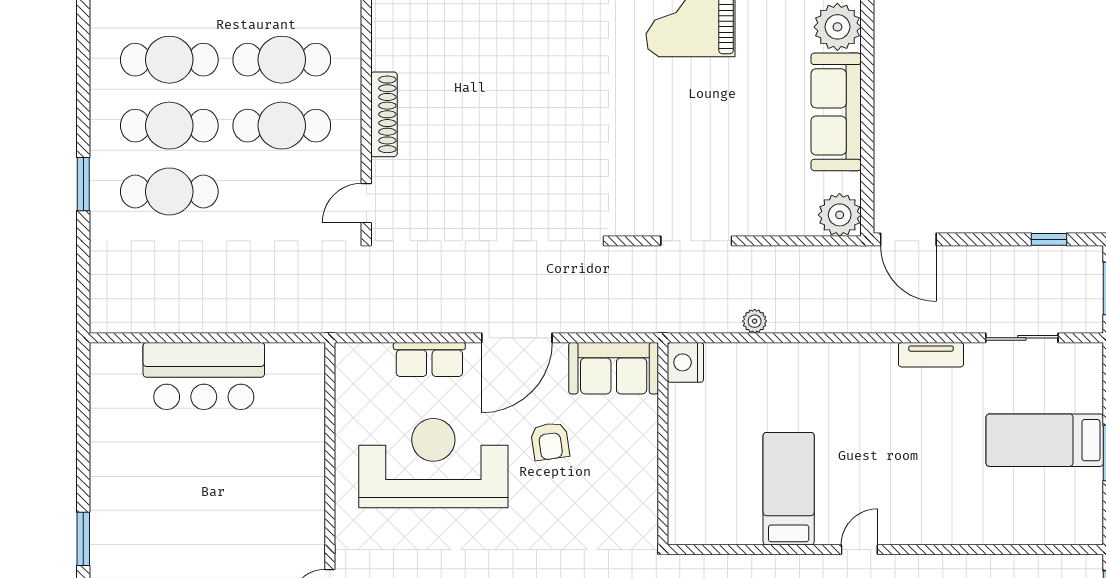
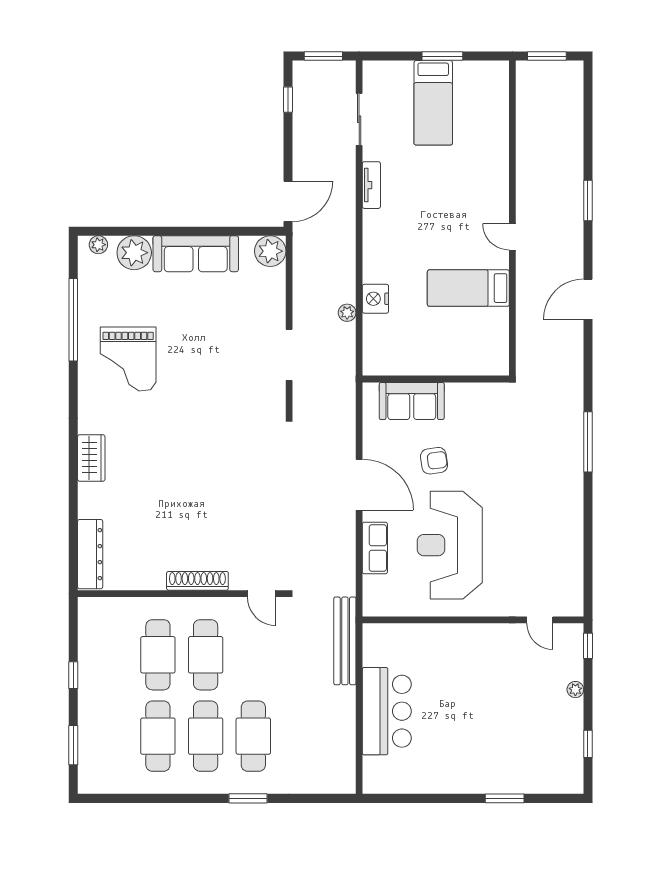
bench: (301, 318) -> (345, 641), added
nightstand: (685, 362) -> (375, 299), moved, turned 90
sofa: (614, 368) -> (412, 401), moved, turned 90

